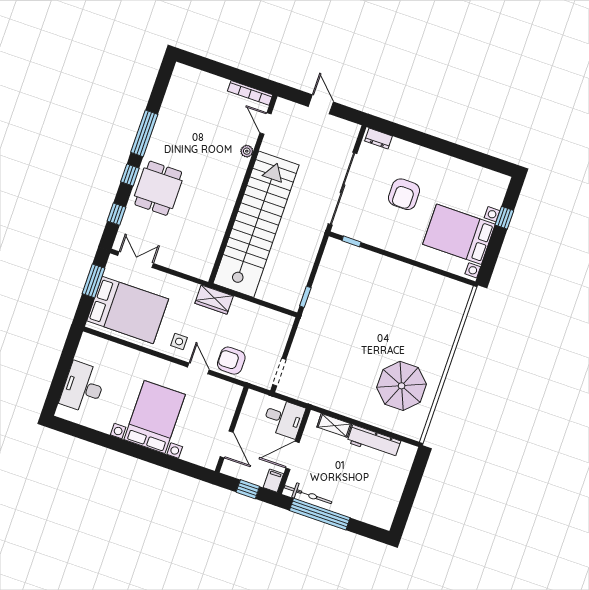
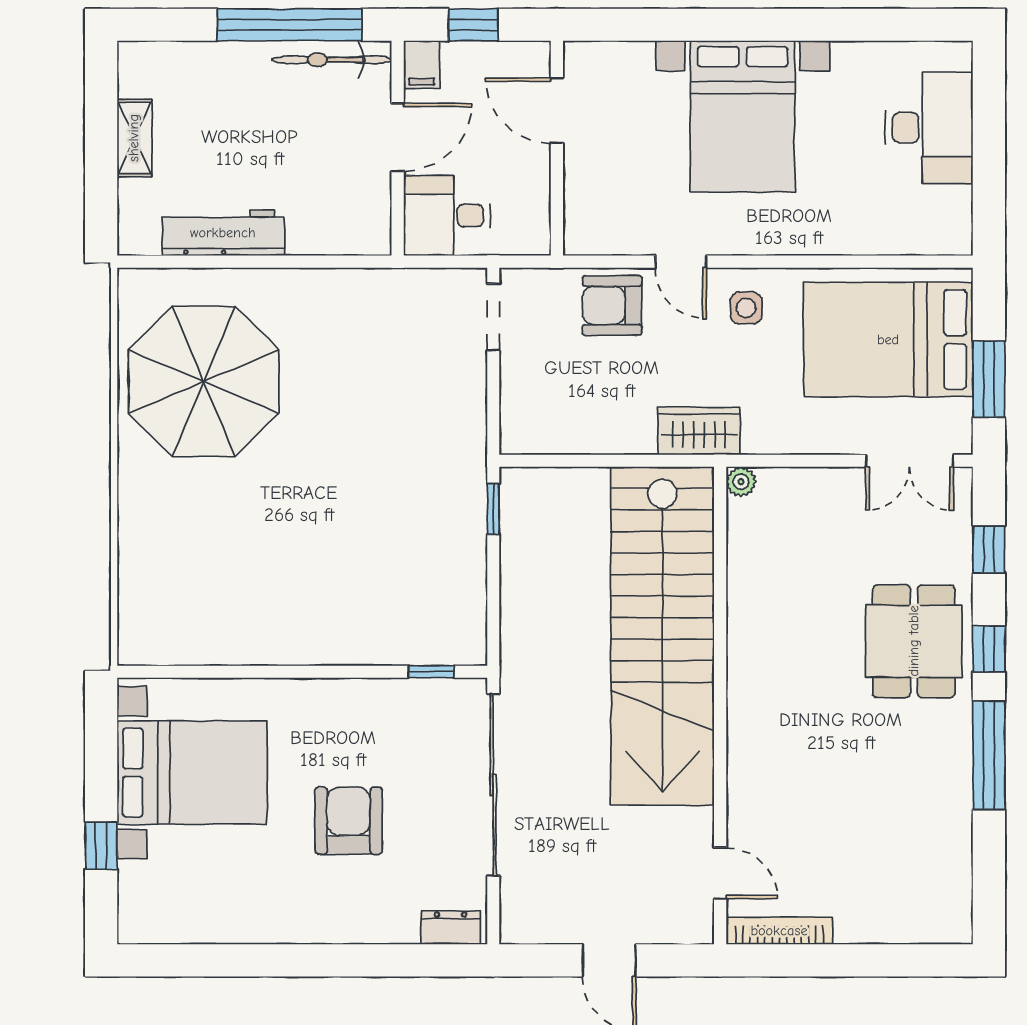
plant: (247, 151) -> (741, 482), moved
armchair: (231, 361) -> (612, 305), turned 180
parasol: (402, 386) -> (204, 382), width x1.36, depth x1.36
shelving: (334, 425) -> (134, 138), moved, turned 90

